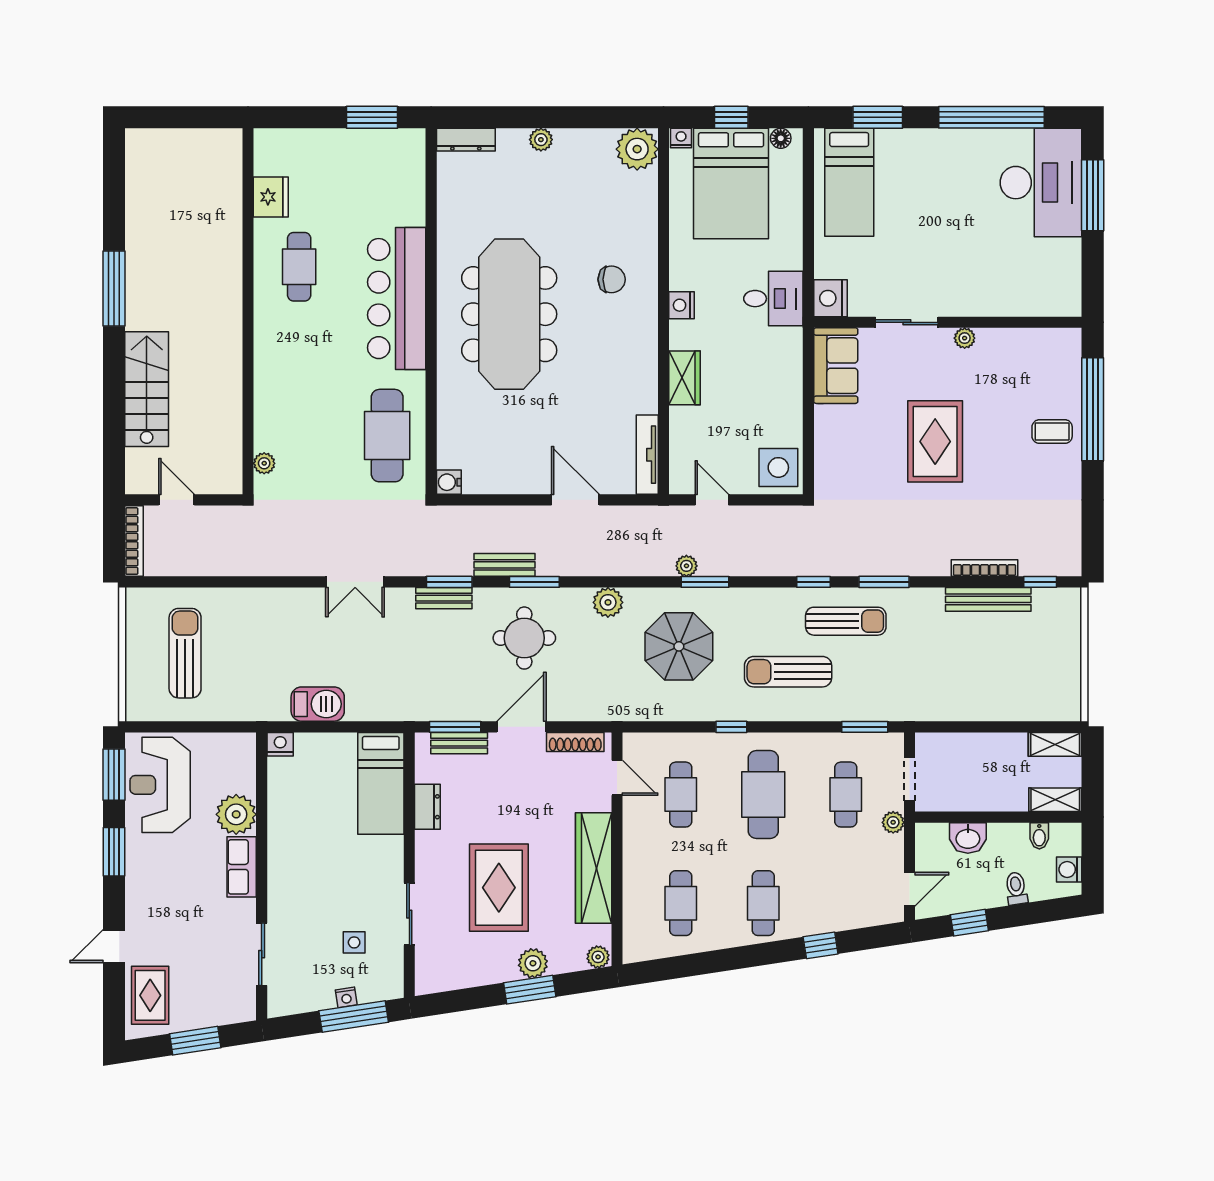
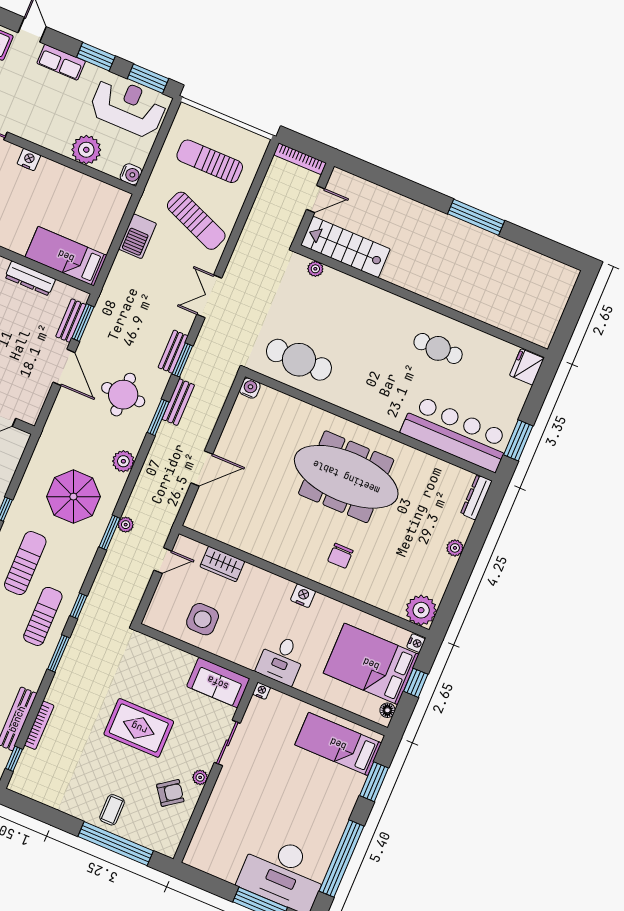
fridge: (271, 197) -> (527, 367), moved, turned 90
nightstand: (830, 298) -> (261, 691), width x0.53, depth x0.56
bar counter: (397, 299) -> (456, 434), moved
armchair: (1000, 367) -> (170, 793), added
wardrobe: (685, 378) -> (222, 564), moved
stairs: (147, 389) -> (345, 247), moved, turned 180
tv unit: (647, 455) -> (212, 530), removed
side table: (778, 467) -> (203, 619), moved
sun lounger: (846, 621) -> (43, 616), turned 180
sun lounger: (267, 639) -> (196, 221), added
sun lounger: (185, 653) -> (210, 161), turned 180
shoe rack: (575, 742) -> (38, 399), removed
nightstand: (280, 744) -> (29, 160), moved, turned -90
water cooler: (243, 745) -> (131, 174), added
dresser: (427, 807) -> (30, 278), width x1.44
row of seats: (242, 867) -> (61, 62), moved, turned 180

